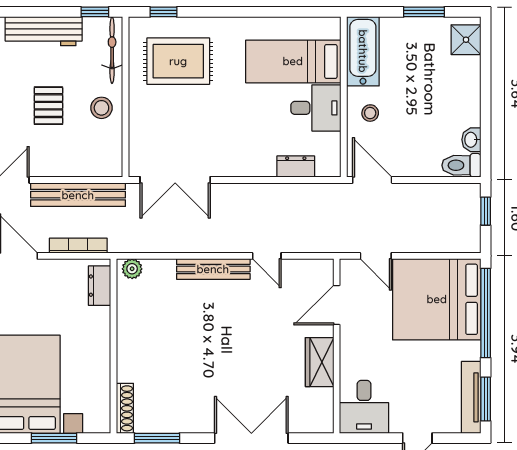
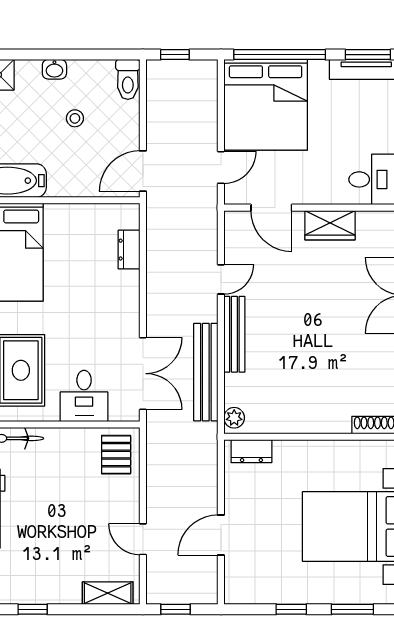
pallet: (48, 106) -> (116, 455), moved, turned 90
stool: (101, 108) -> (69, 449), removed
desk: (316, 108) -> (84, 396), moved, turned 180
stool: (370, 113) -> (75, 118), moved
washbasin: (471, 140) -> (54, 69), moved
bench: (78, 195) -> (206, 372), moved
bookcase: (78, 246) -> (210, 473), removed

